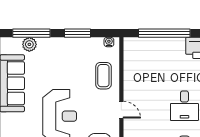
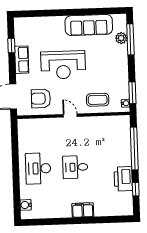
window: (77, 33) -> (132, 93), moved
door: (121, 110) -> (70, 115), swing flipped

